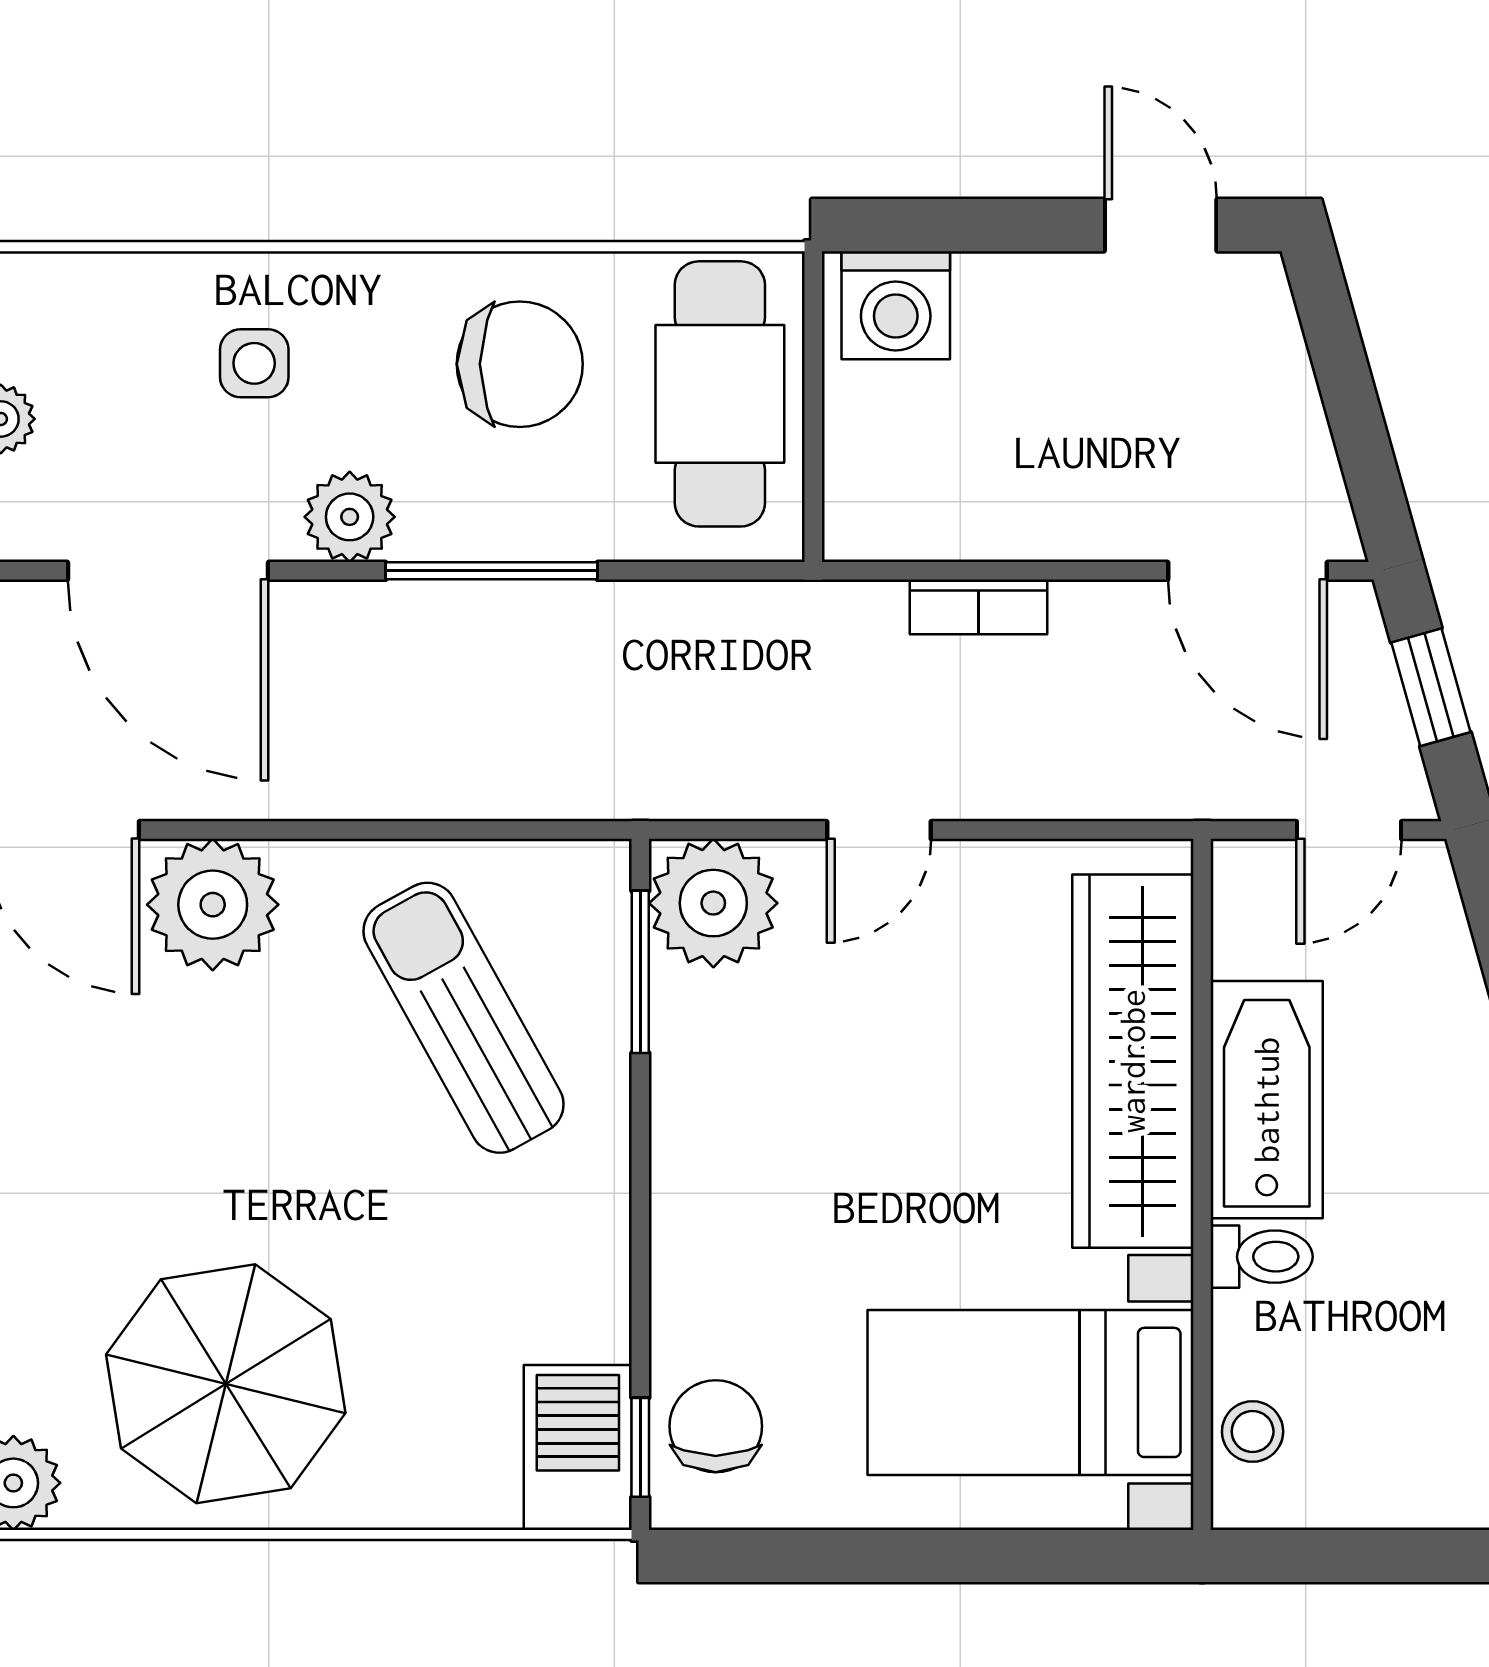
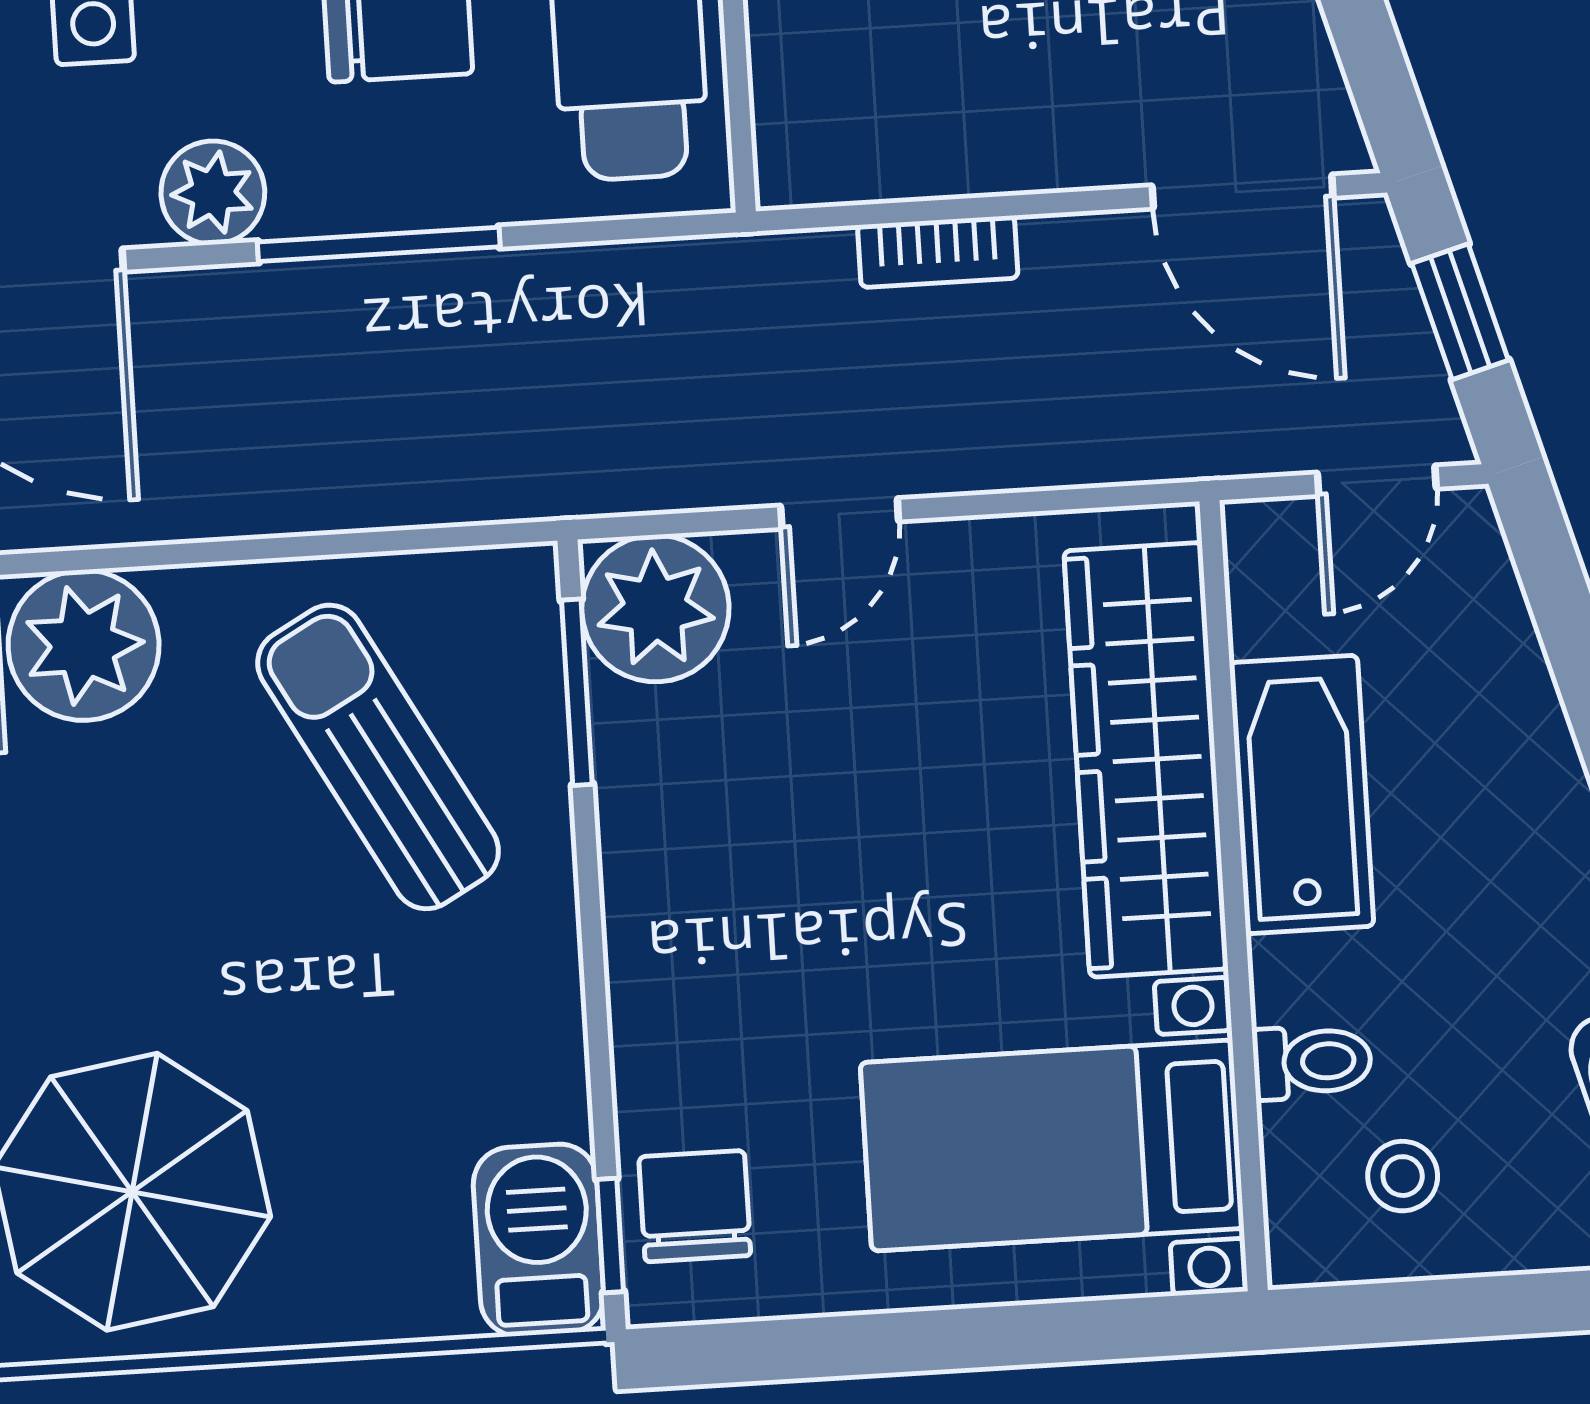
toilet: (1262, 1257) -> (1312, 1062), moved
stool: (1253, 1432) -> (1403, 1176), moved

